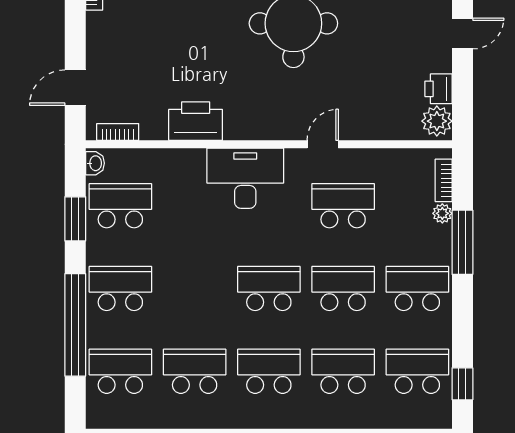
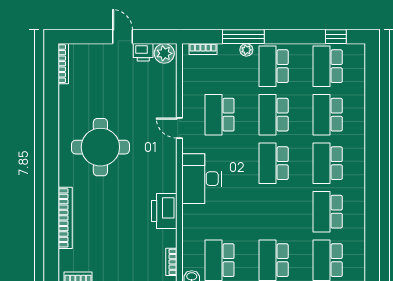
door: (462, 33) -> (122, 37), moved
plant: (442, 213) -> (246, 50), moved

